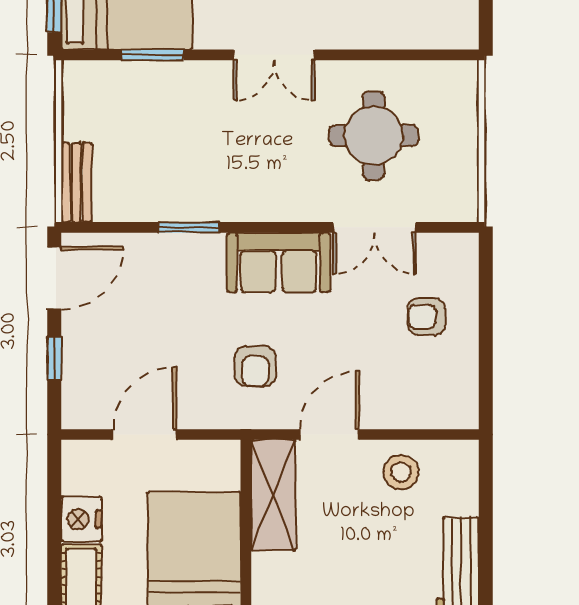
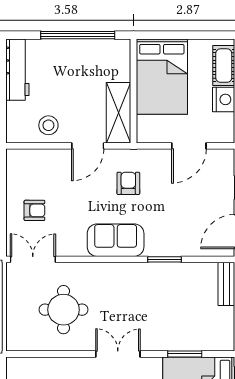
double door: (374, 227) -> (33, 259), moved

